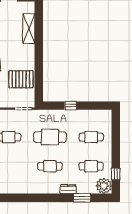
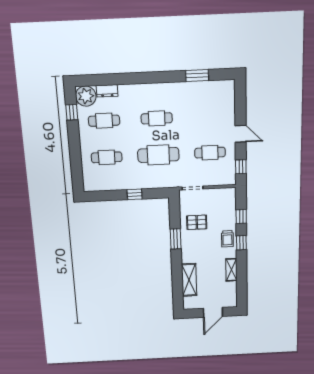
window: (39, 66) -> (176, 239), added
pallet: (21, 79) -> (197, 222), width x0.67, depth x0.71
dresser: (68, 189) -> (107, 91), moved
window: (82, 198) -> (197, 76), moved

